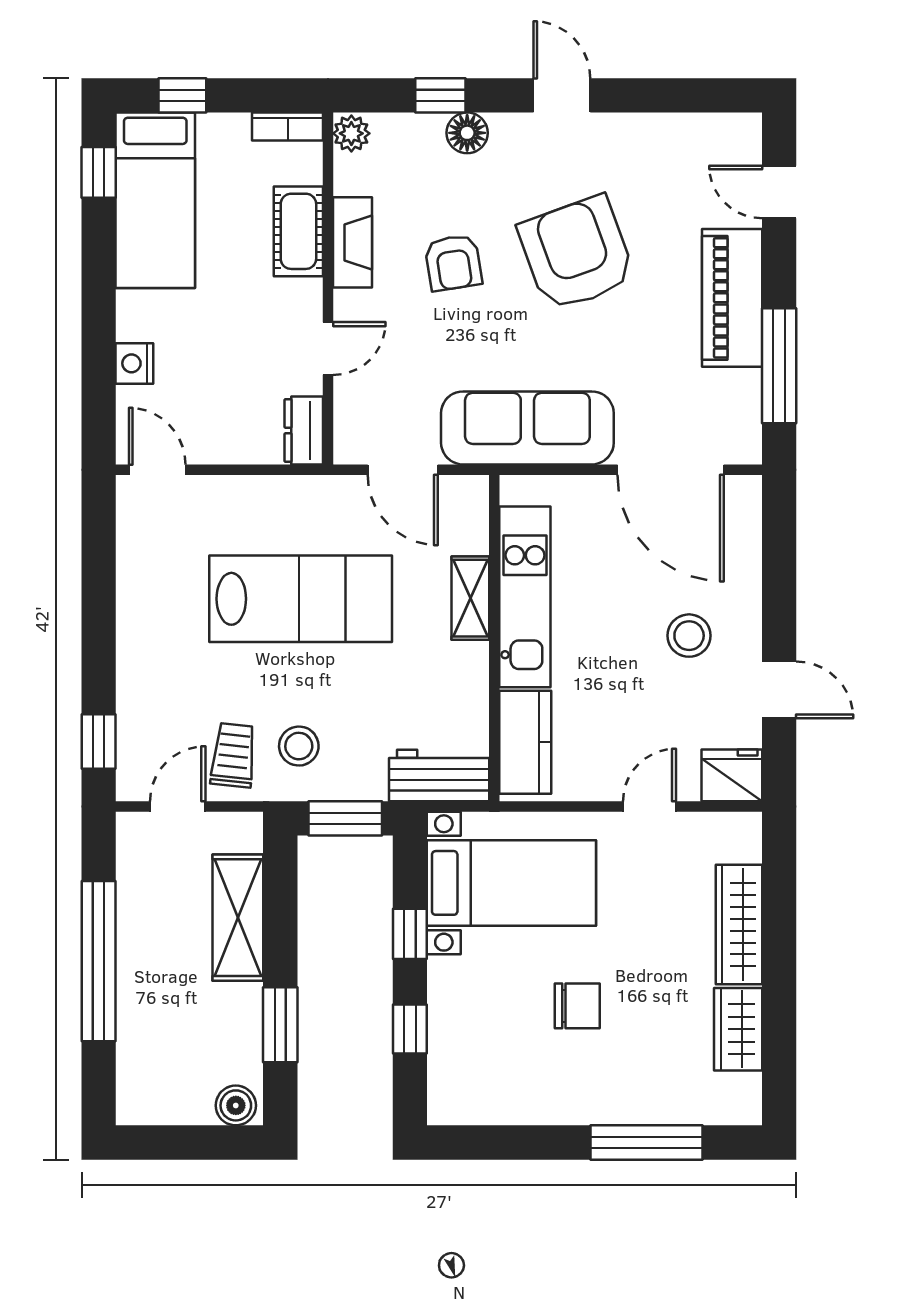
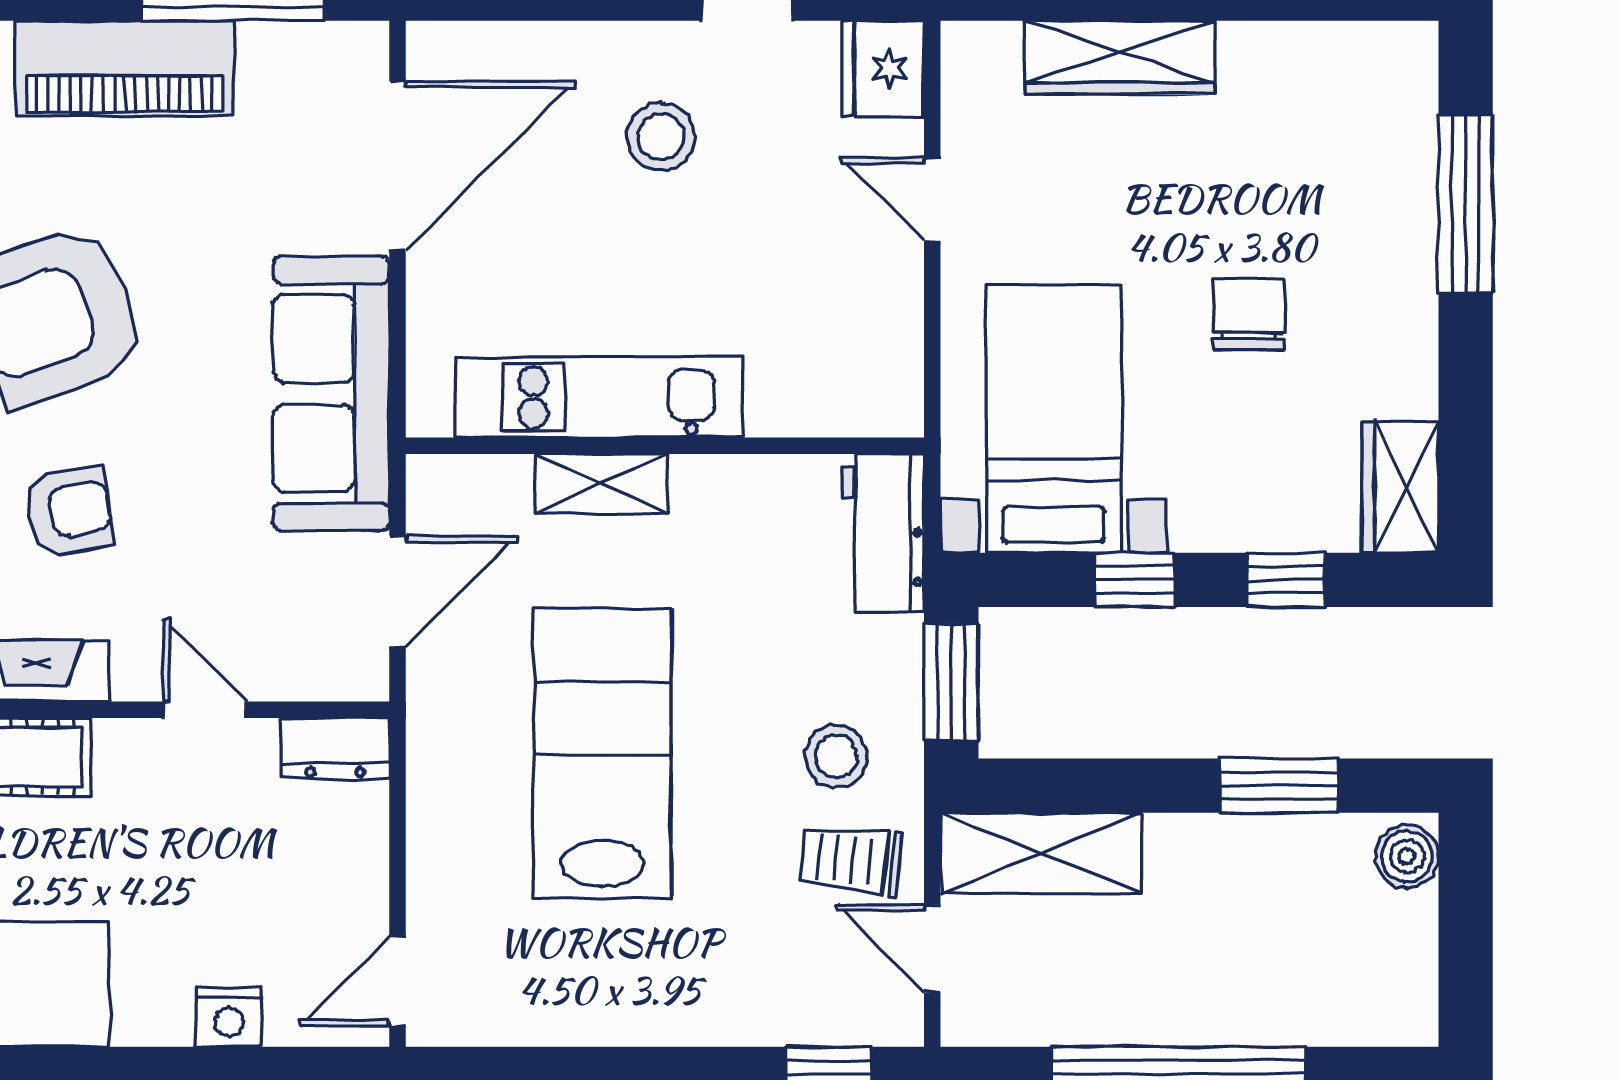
kitchen counter: (525, 742) -> (830, 397), removed
shelving: (238, 918) -> (1041, 853), moved
wardrobe: (738, 1029) -> (1400, 487), moved, turned 90

